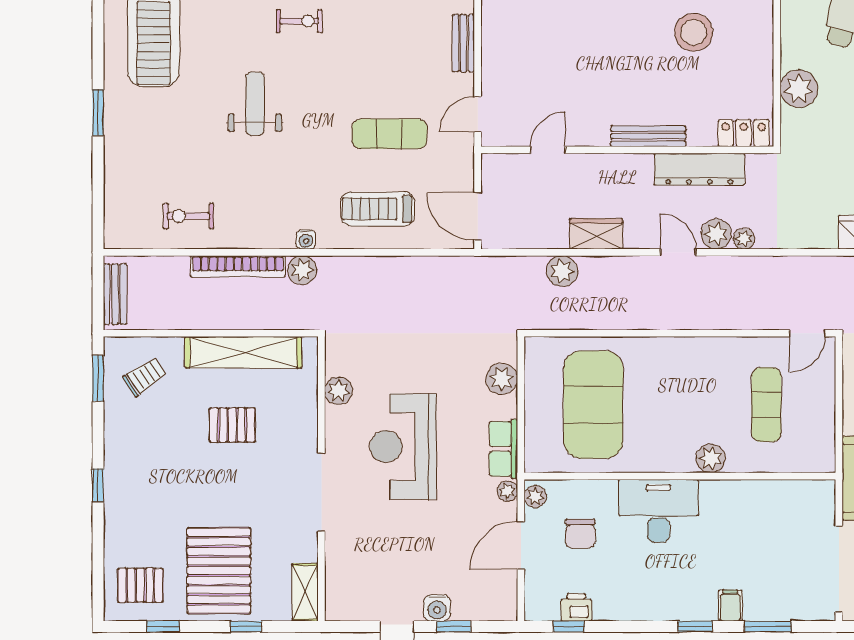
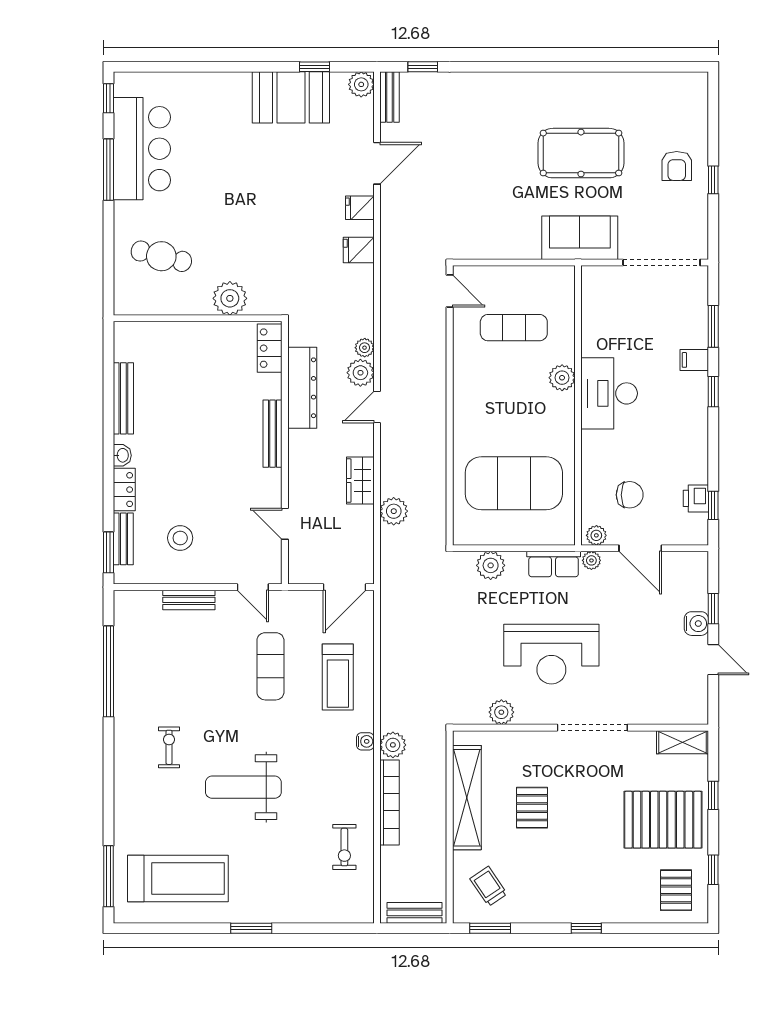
stool: (694, 32) -> (180, 538), moved, width x0.73, depth x0.73
weight bench: (255, 104) -> (243, 787), width x1.36, depth x1.33
desk: (659, 511) -> (609, 393), moved

